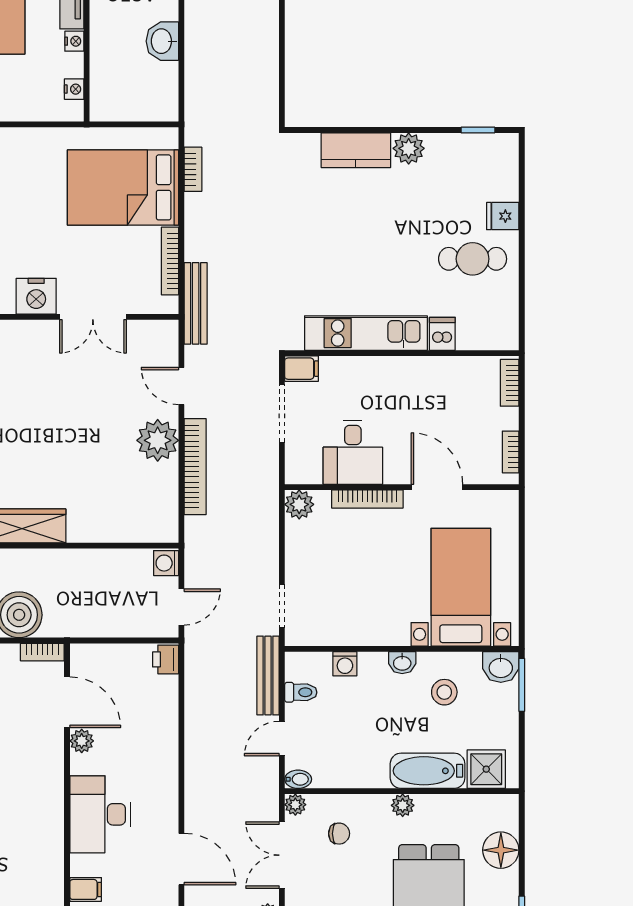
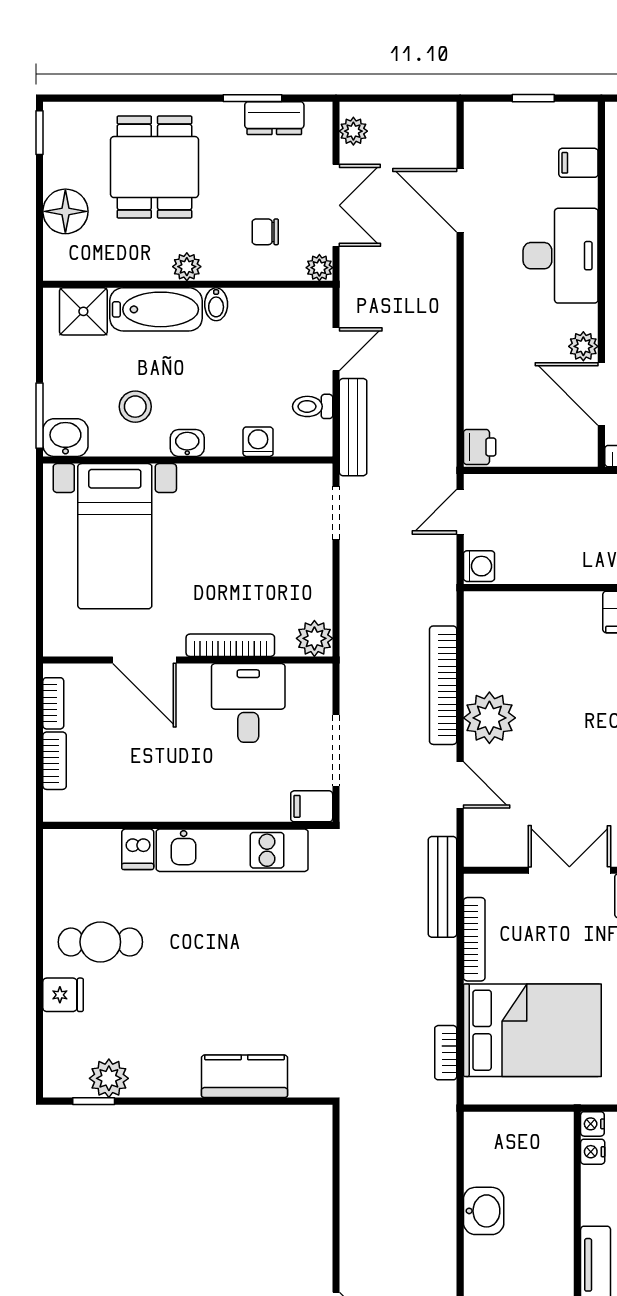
nightstand: (74, 41) -> (592, 1124), moved
plant: (409, 148) -> (109, 1078), moved
bookcase: (510, 383) -> (55, 761), moved
bidet: (298, 779) -> (216, 304), moved, turned -90

